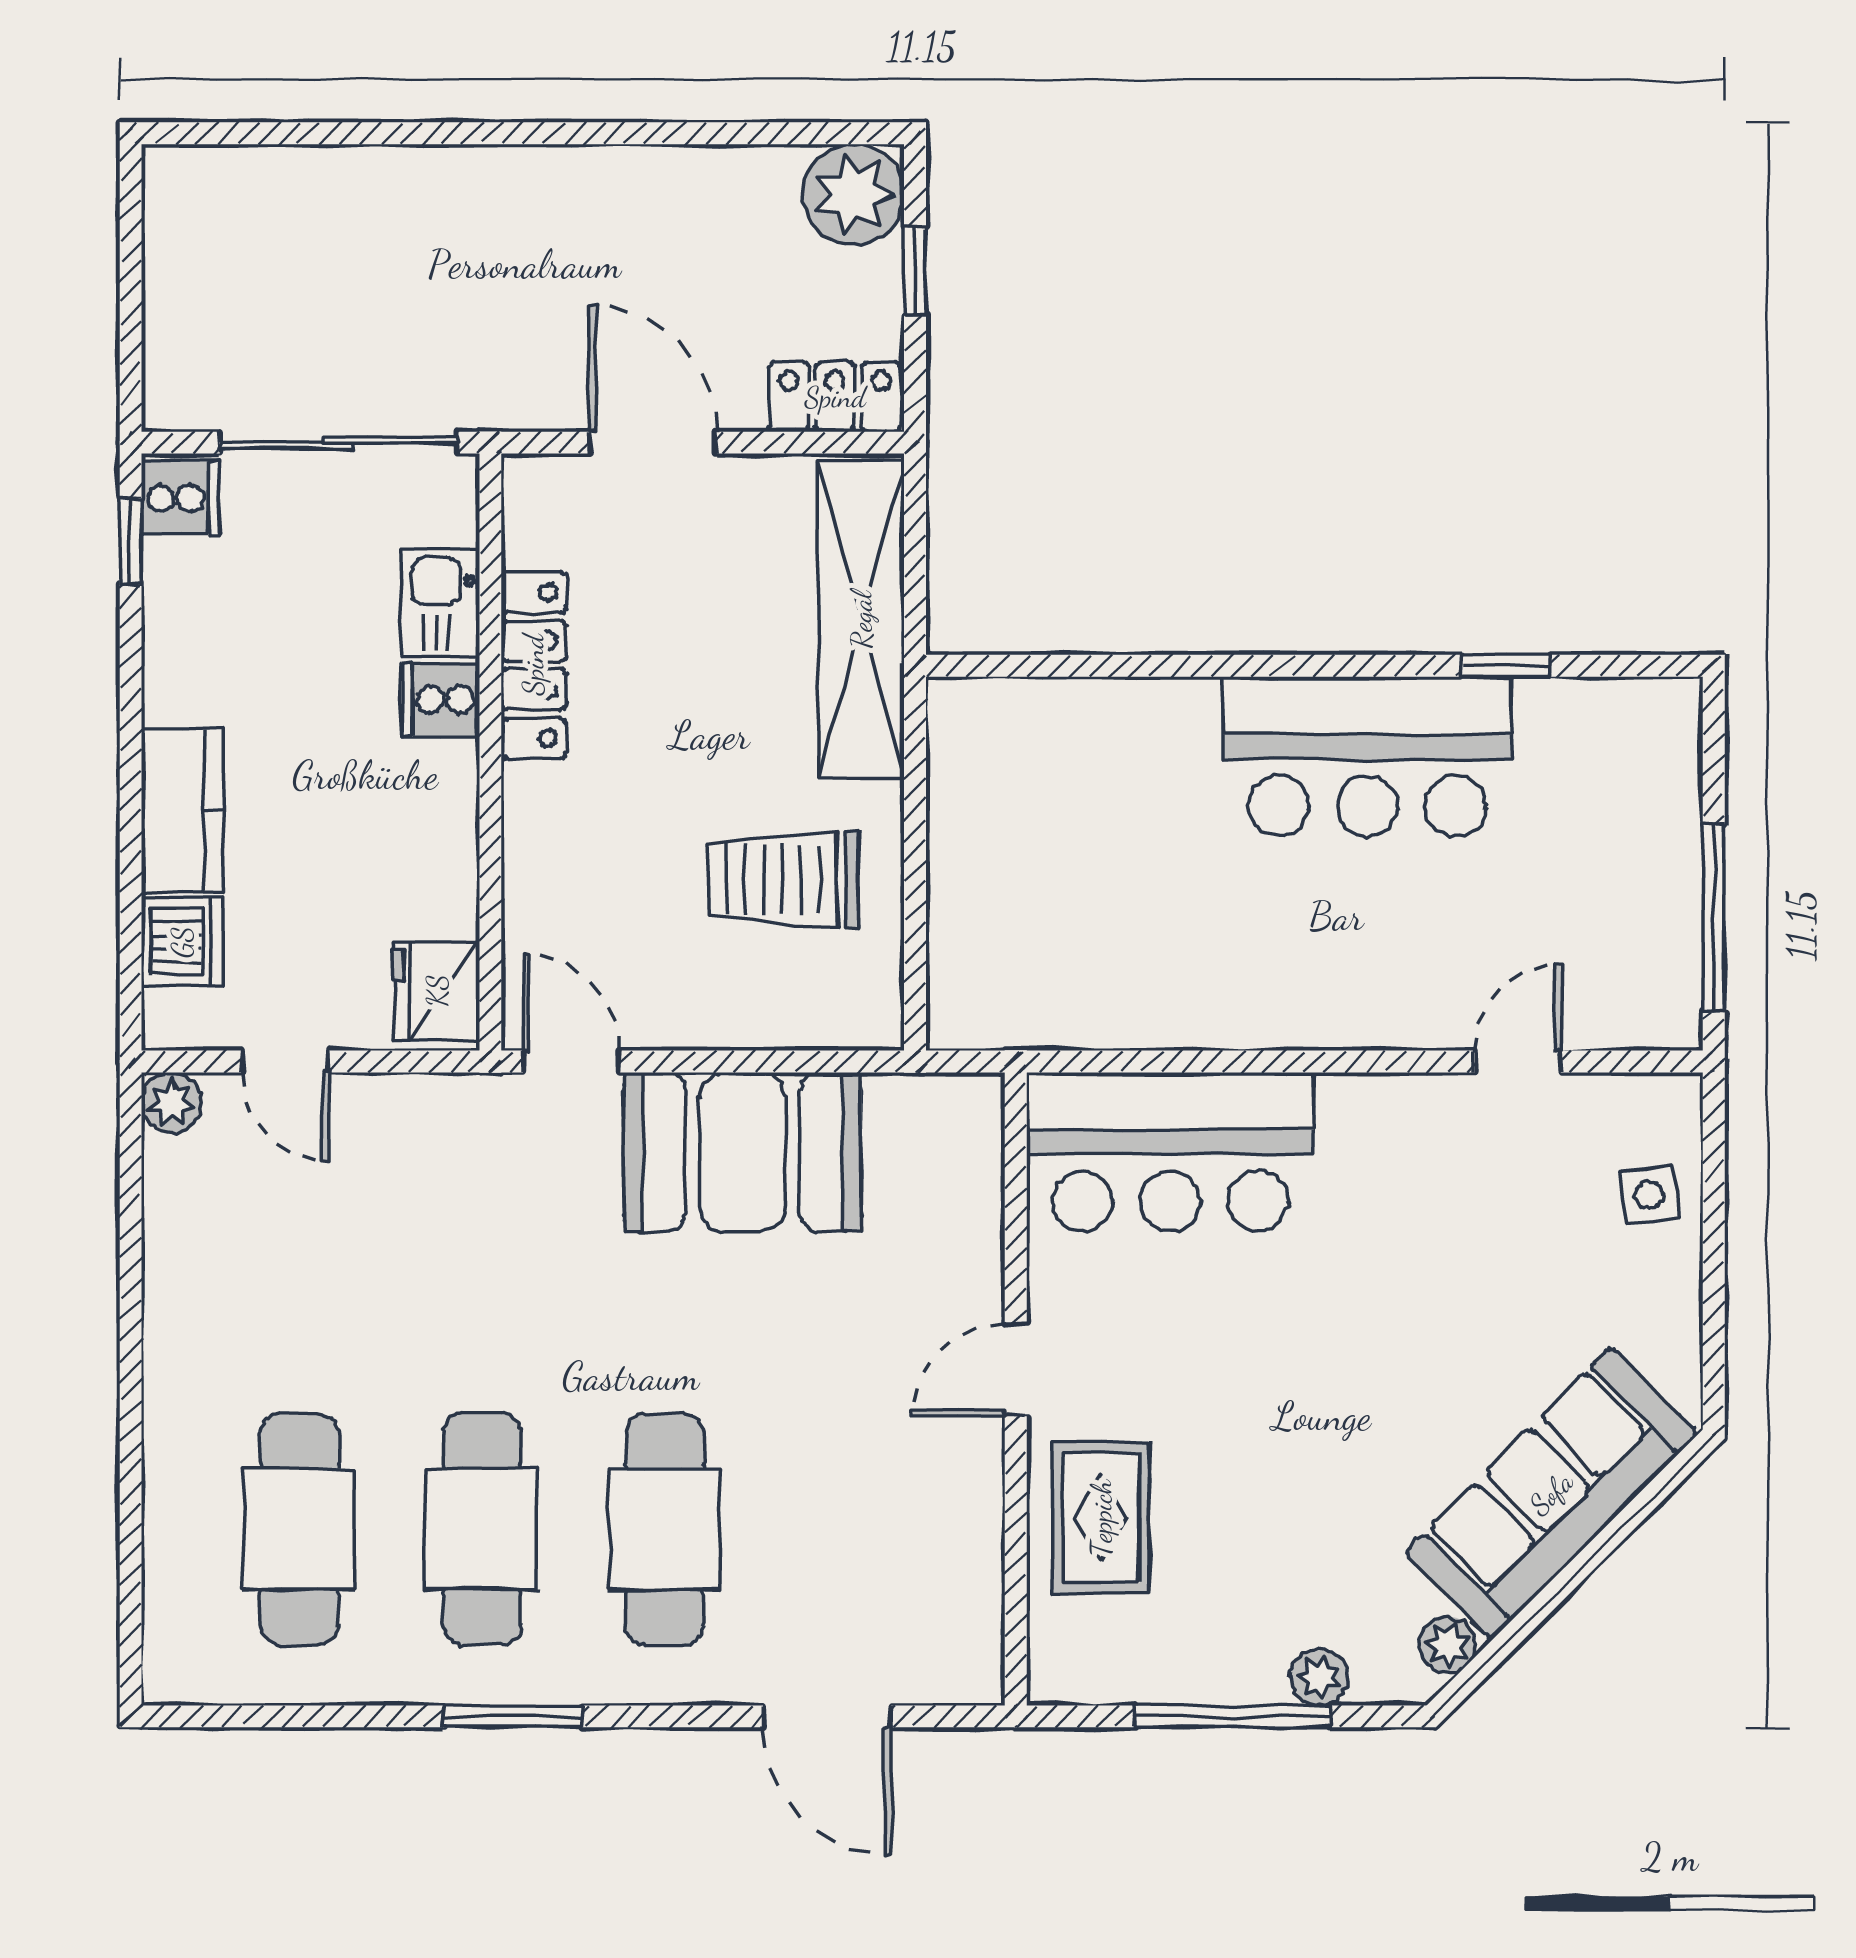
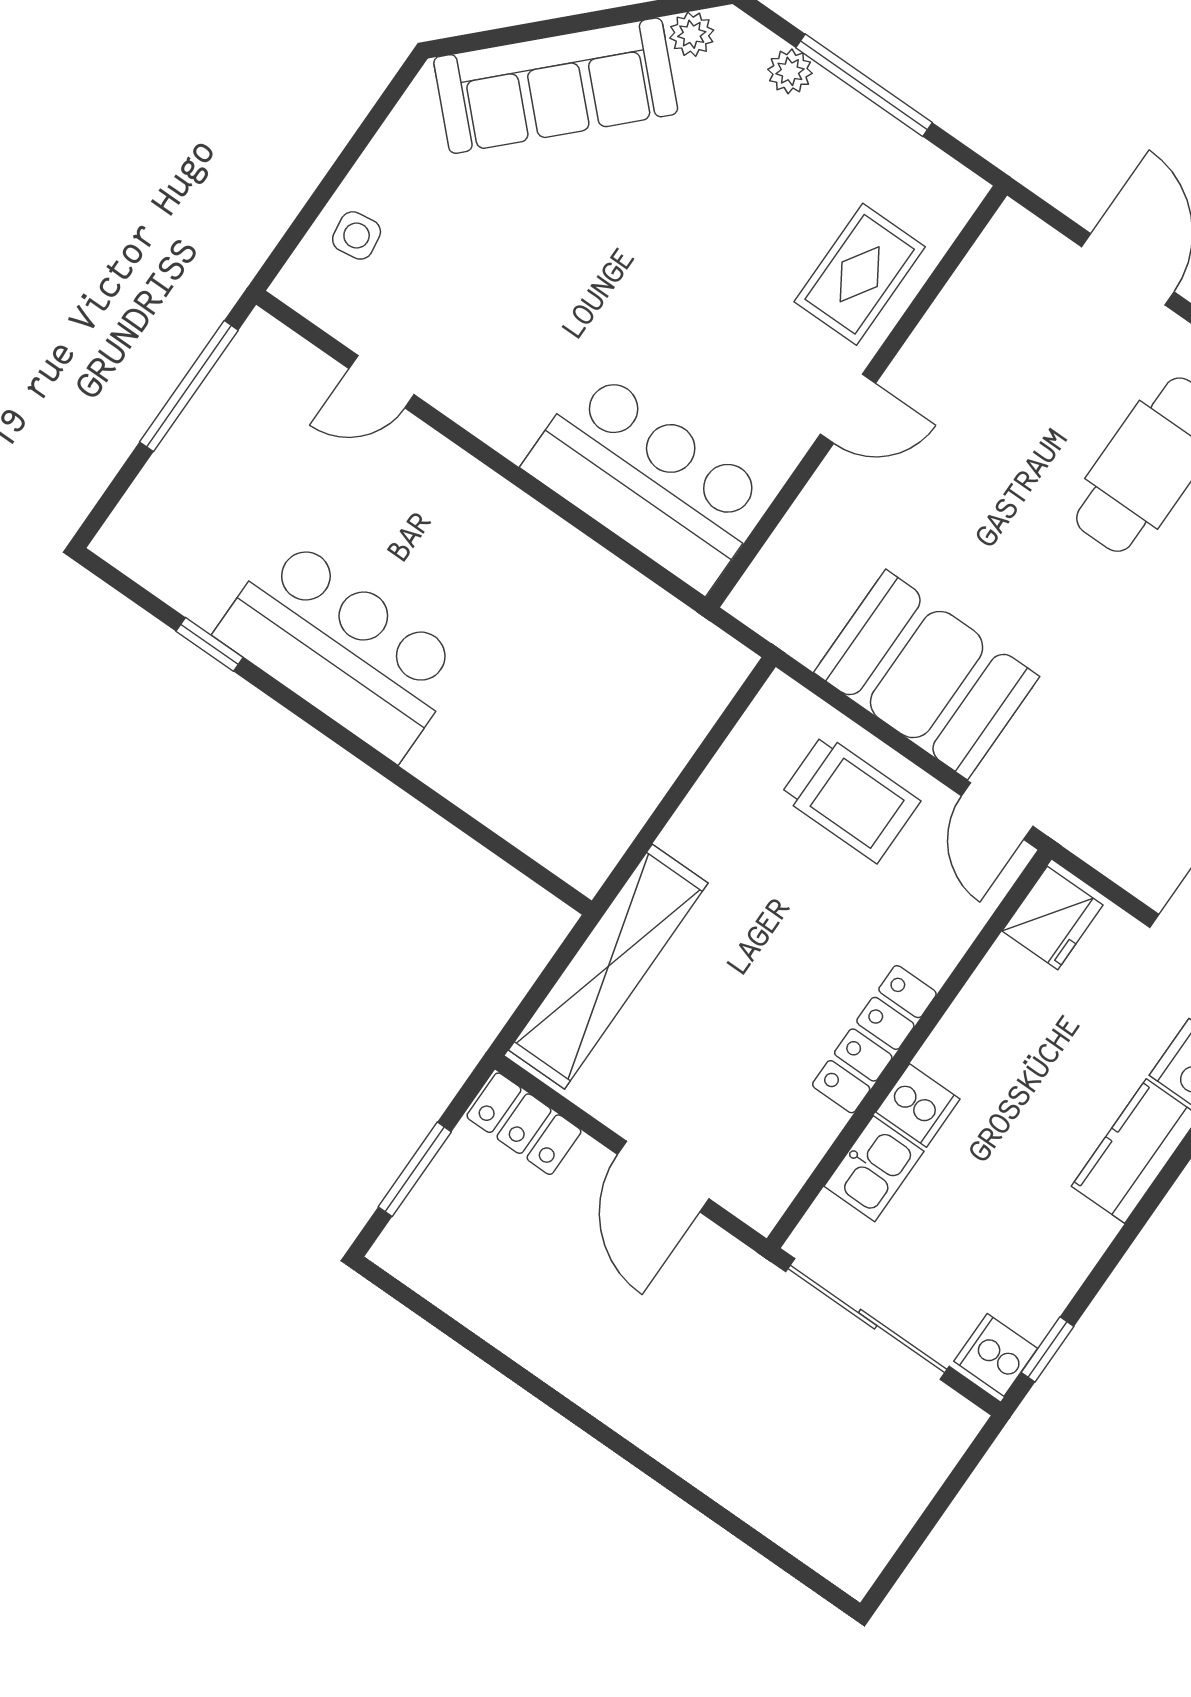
plant: (853, 195) -> (420, 1247), removed
window: (915, 271) -> (415, 1169), width x1.50
locker: (533, 665) -> (874, 1039), moved
trolley: (783, 879) -> (850, 799), moved

